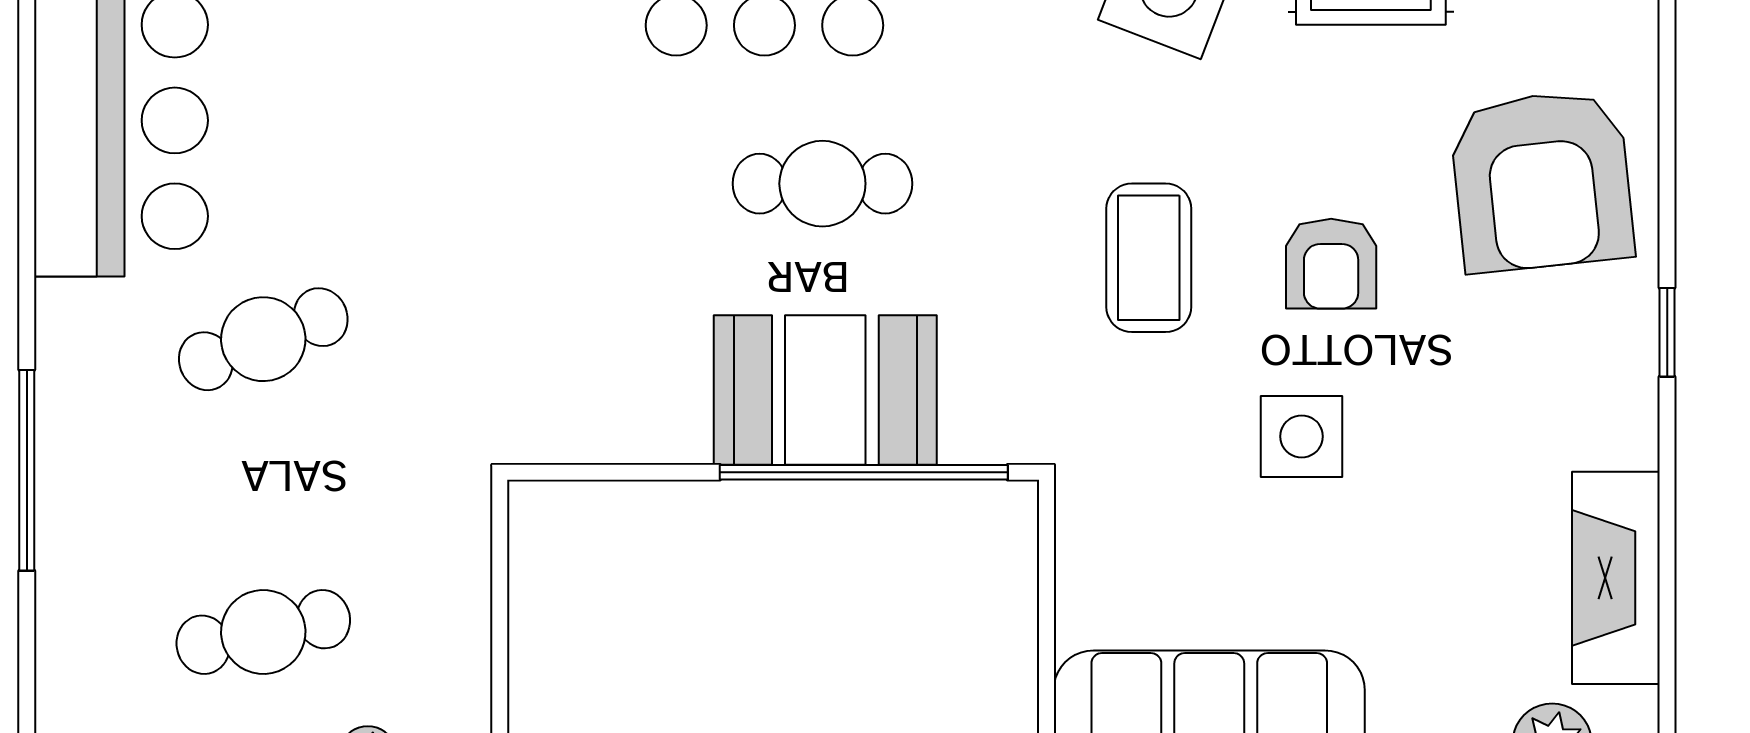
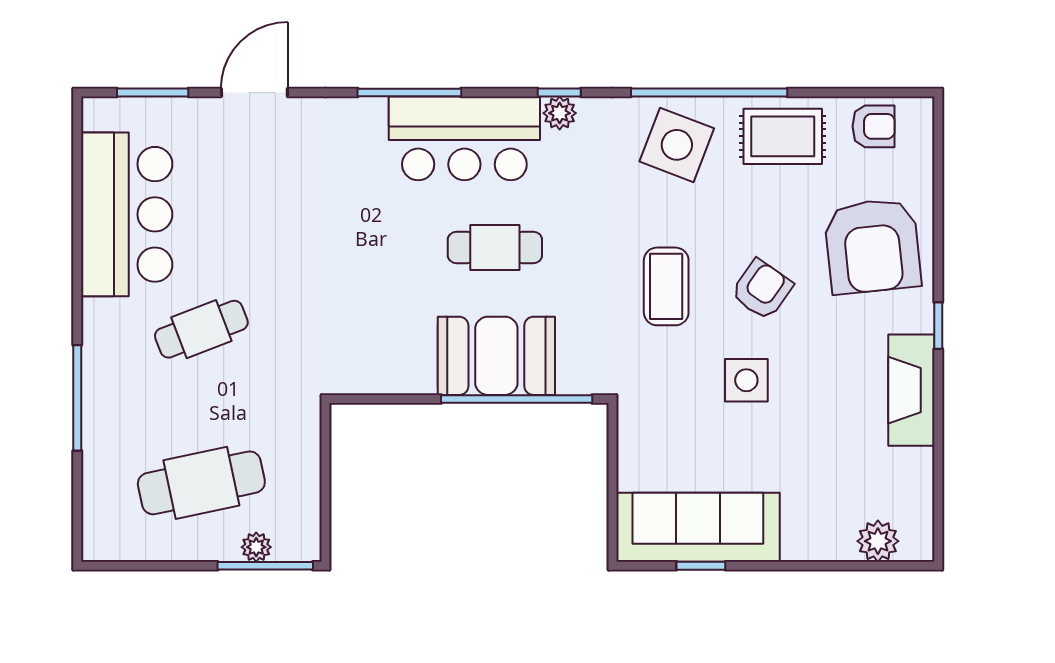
armchair: (1331, 264) -> (762, 290), turned -145
fireplace: (1616, 578) -> (911, 390), moved
cafe table: (263, 632) -> (201, 483), width x1.37, depth x1.35

